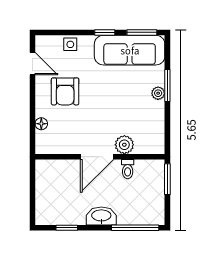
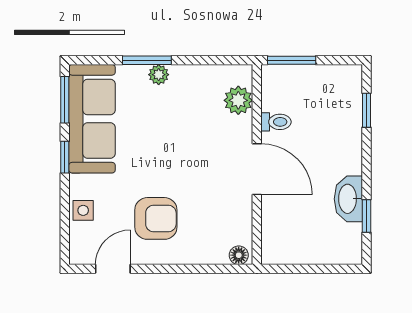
floor lamp: (41, 124) -> (239, 255), moved
plant: (124, 145) -> (238, 100), moved
washbasin: (101, 216) -> (348, 199), moved
window: (135, 228) -> (367, 110), width x0.46

